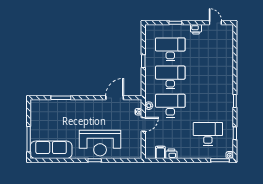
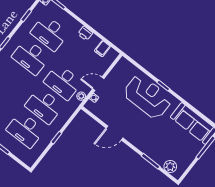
door: (115, 98) -> (115, 133), moved
plant: (44, 105) -> (170, 167), added
desk: (208, 106) -> (31, 57), added
printer: (171, 154) -> (85, 33), moved

